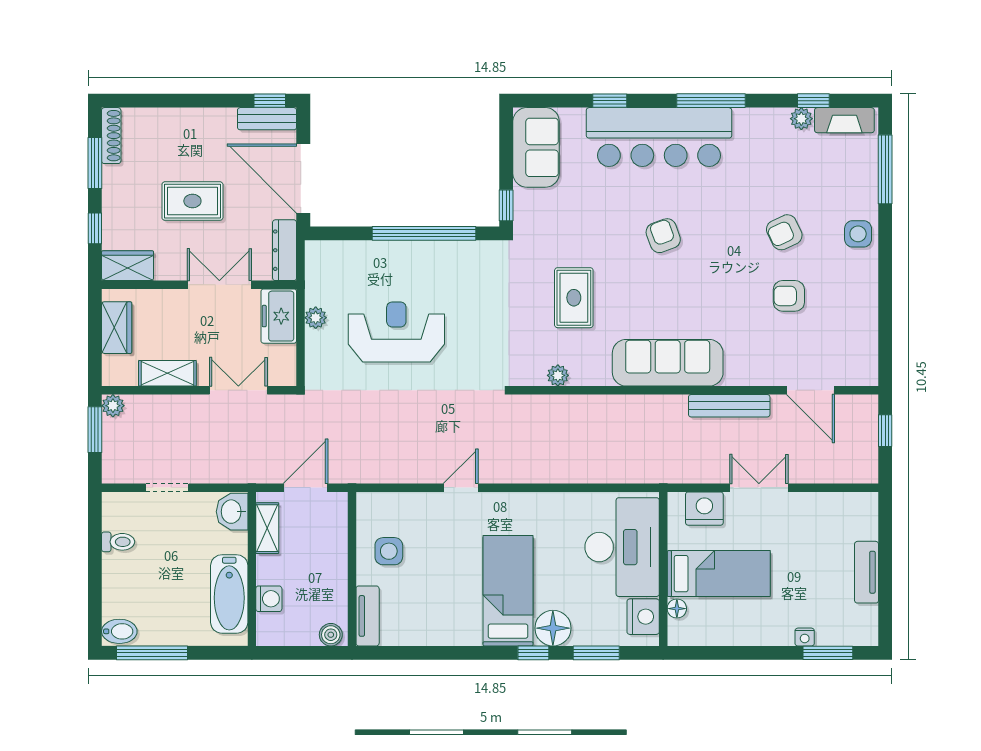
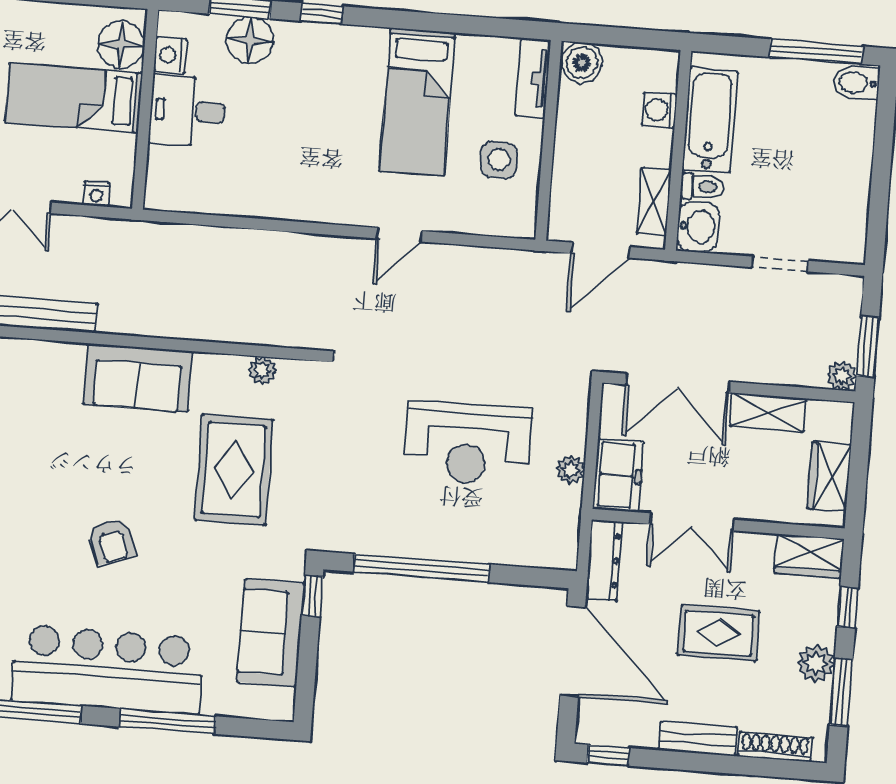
window: (610, 101) -> (168, 721), width x2.17
bench: (267, 119) -> (698, 739), moved
shoe rack: (111, 136) -> (775, 747), moved, turned 90
sofa: (536, 147) -> (271, 633), moved
plant: (116, 183) -> (816, 663), added
rug: (574, 298) -> (234, 470), width x1.36, depth x1.43
sofa: (668, 363) -> (138, 378), width x0.73
double door: (238, 390) -> (678, 383), width x1.37
nightstand: (704, 509) -> (96, 194), width x0.53, depth x0.56
toilet: (118, 542) -> (702, 187), moved, turned 180
desk: (622, 547) -> (187, 111), width x0.53, depth x0.77
bed: (508, 591) -> (417, 102), moved
floor lamp: (677, 609) -> (121, 45), width x1.89, depth x1.89
nightstand: (643, 617) -> (170, 55), width x0.74, depth x0.75
floor lamp: (553, 628) -> (250, 40), moved
boiler: (331, 635) -> (582, 63), width x1.36, depth x1.36

